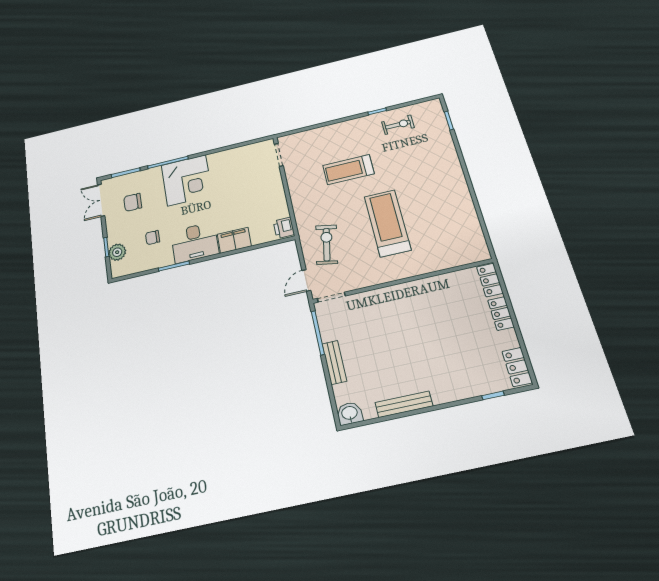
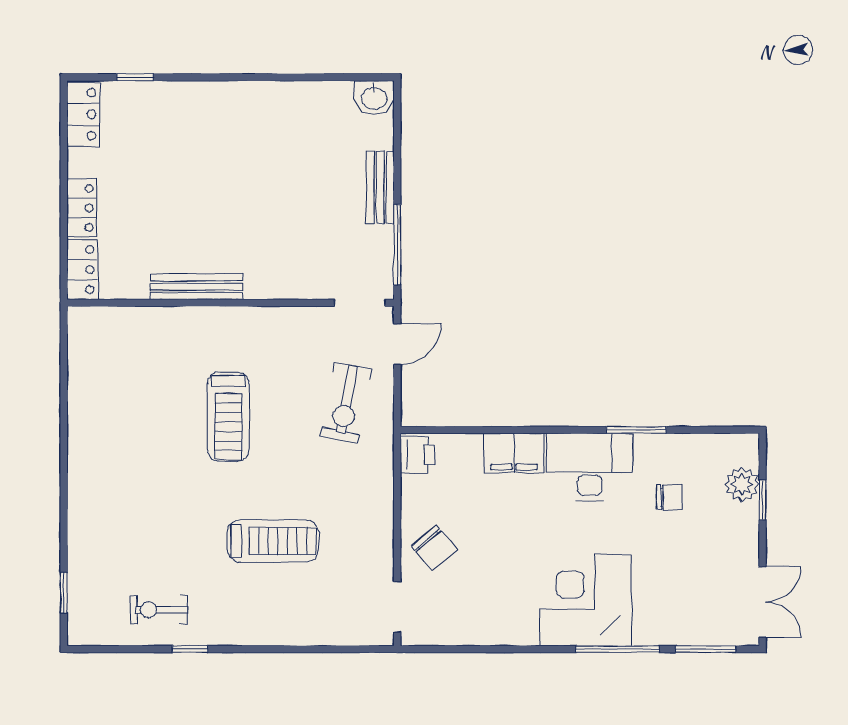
chair: (133, 202) -> (434, 548), moved, turned 50
treadmill: (387, 223) -> (228, 417), width x0.73, depth x0.73
bench: (404, 404) -> (197, 287), moved

